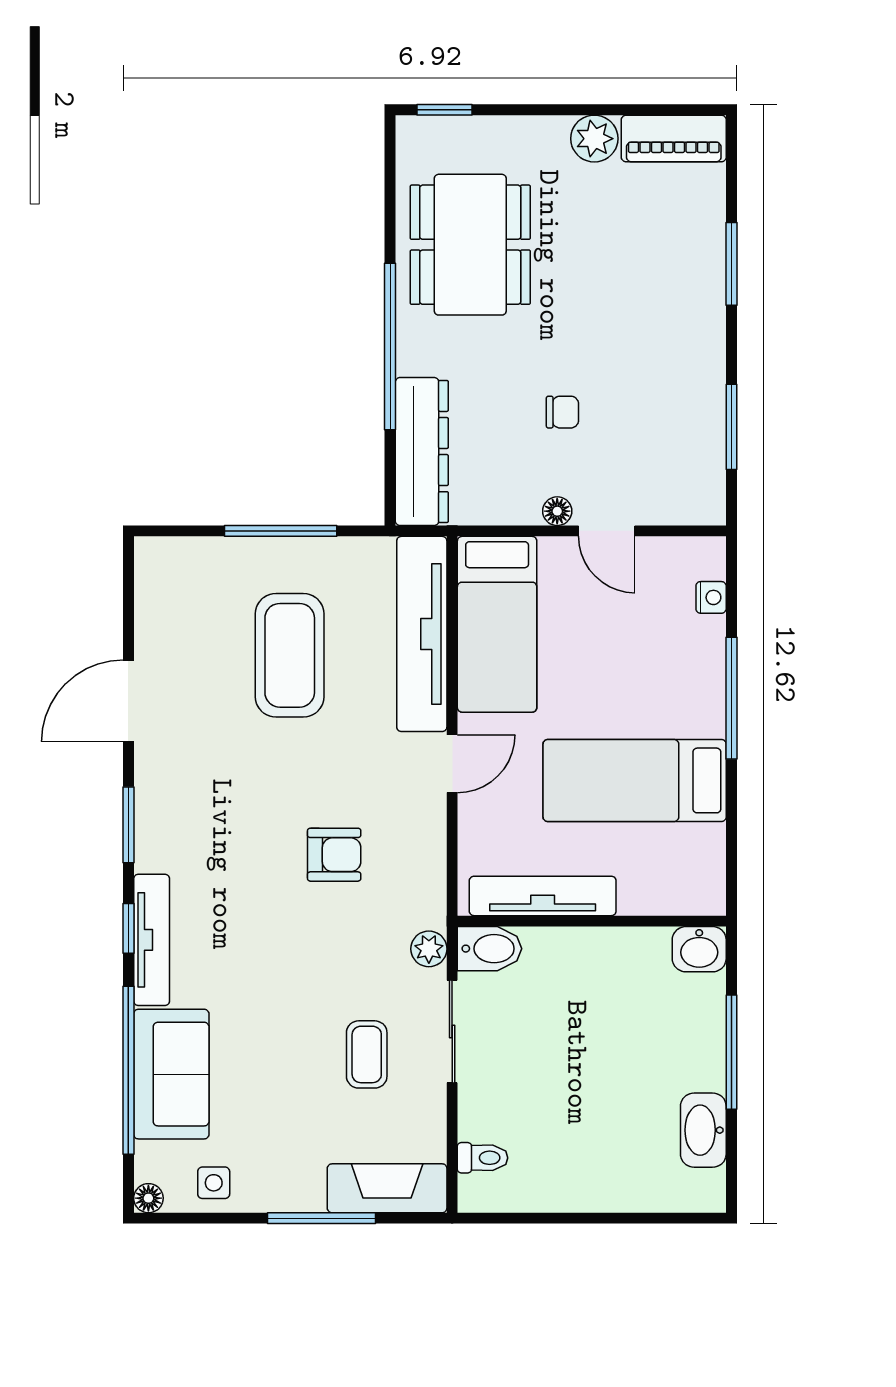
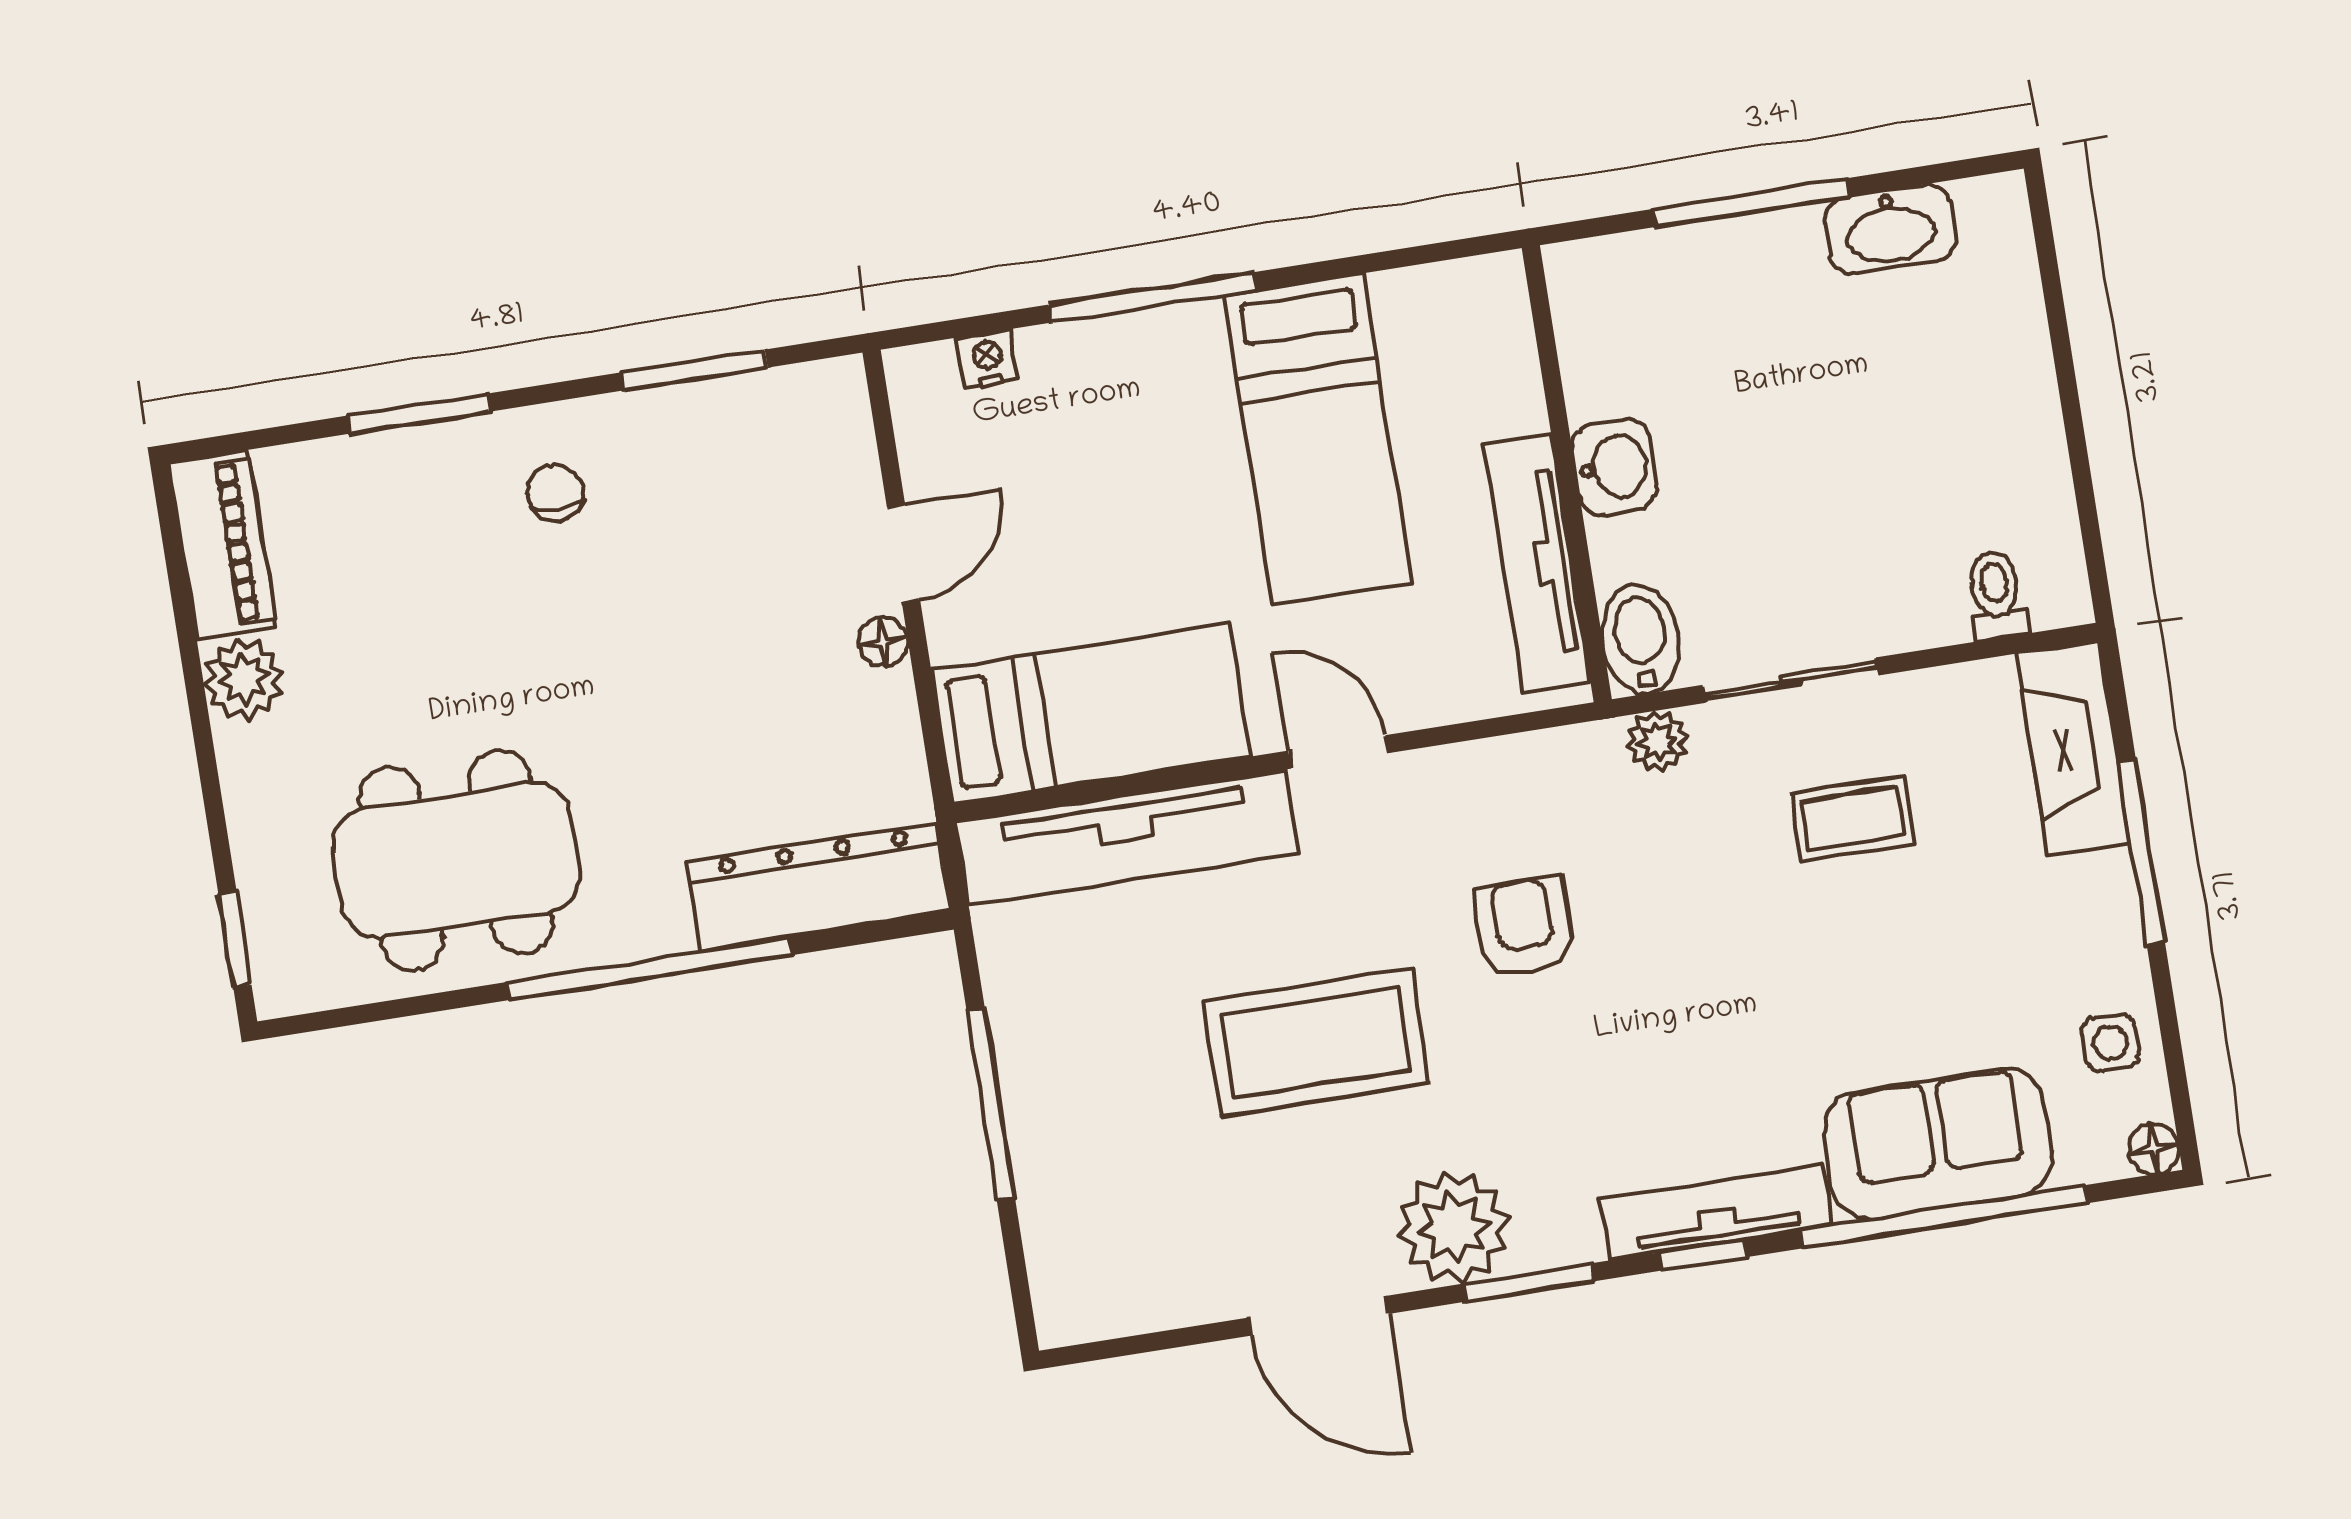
chair: (562, 412) -> (555, 492), moved
coffee table: (290, 655) -> (1316, 1043), moved
plant: (167, 787) -> (1453, 1228), added
washbasin: (699, 949) -> (1614, 467), moved

